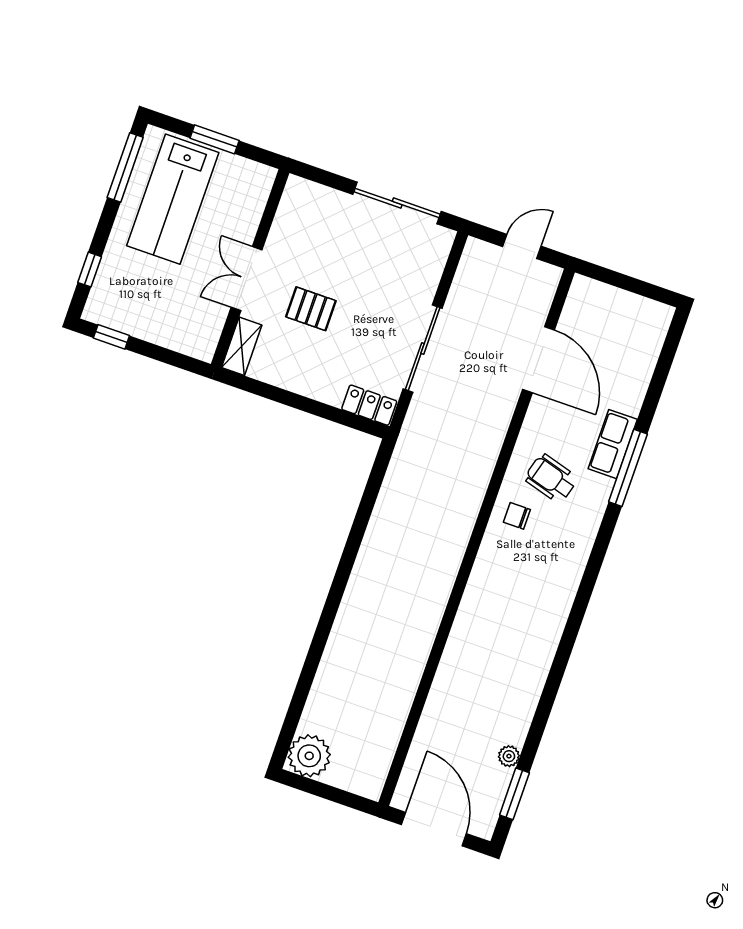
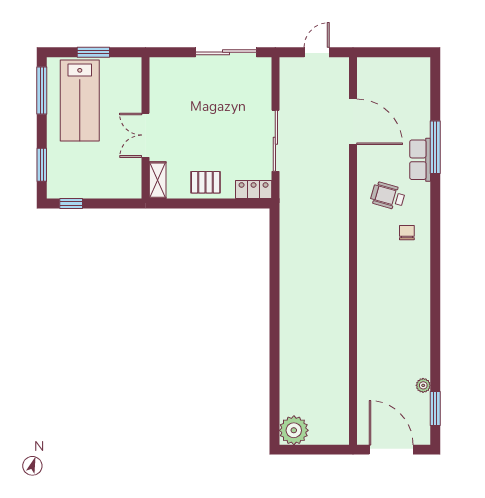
window: (90, 270) -> (42, 165), width x1.50
pallet: (311, 309) -> (206, 182), moved
window: (628, 468) -> (435, 147), moved
chair: (517, 516) -> (407, 233), moved, turned 90

